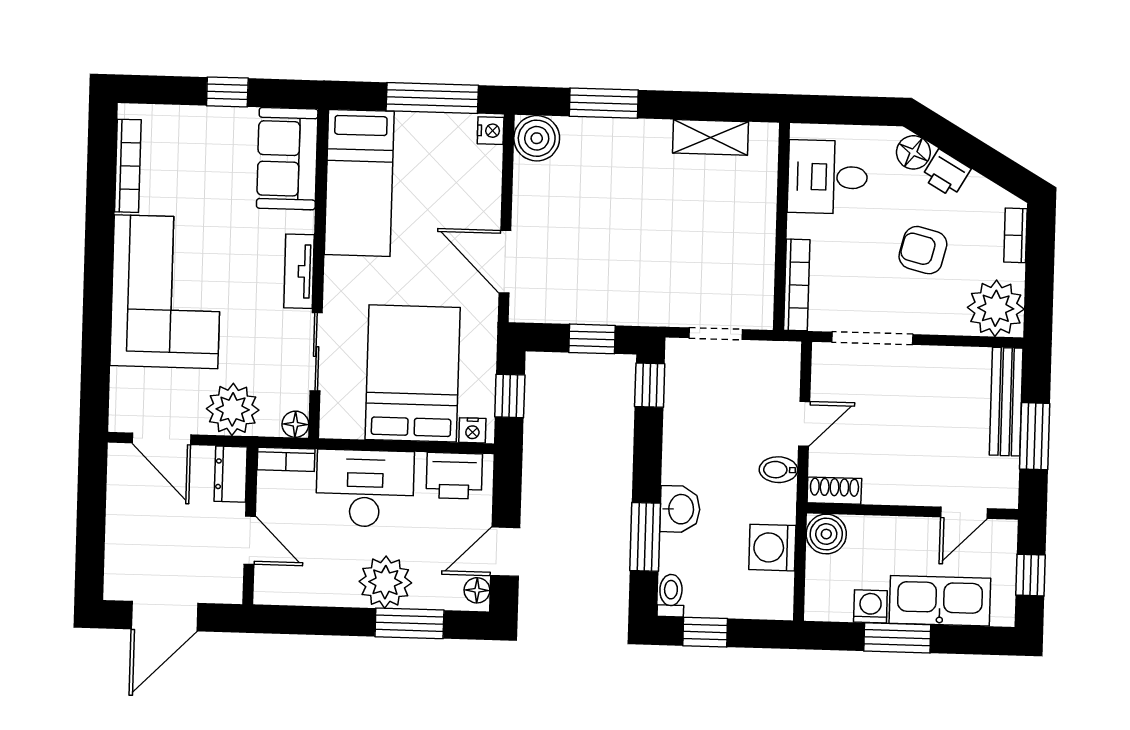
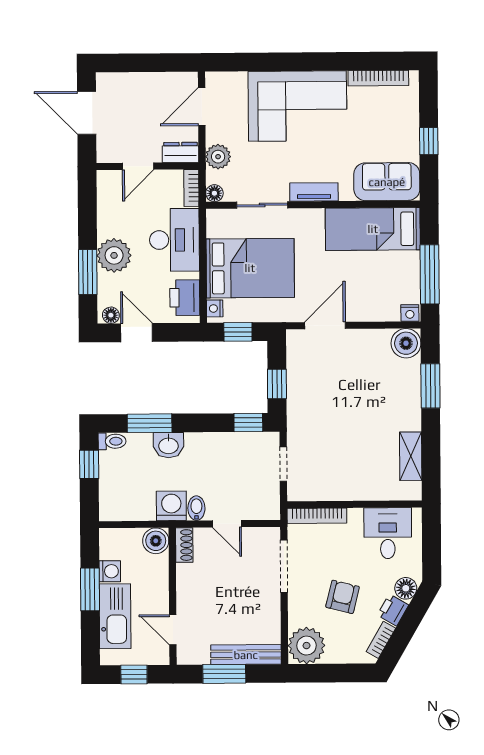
bookcase: (1015, 235) -> (381, 640), moved, turned -60
plant: (233, 409) -> (218, 157), width x0.73, depth x0.73
washing machine: (772, 548) -> (171, 506), moved

